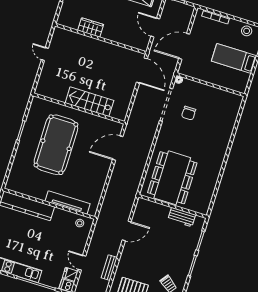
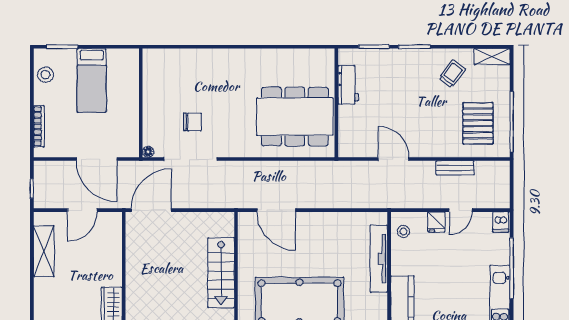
fridge: (70, 274) -> (436, 222), moved

